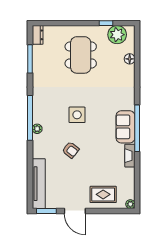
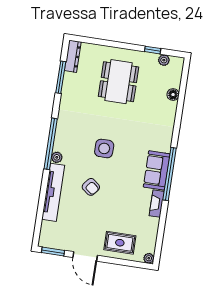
dresser: (38, 35) -> (73, 56), width x1.44
plant: (117, 35) -> (164, 60), width x0.53, depth x0.53
tv unit: (39, 184) -> (53, 192), moved

